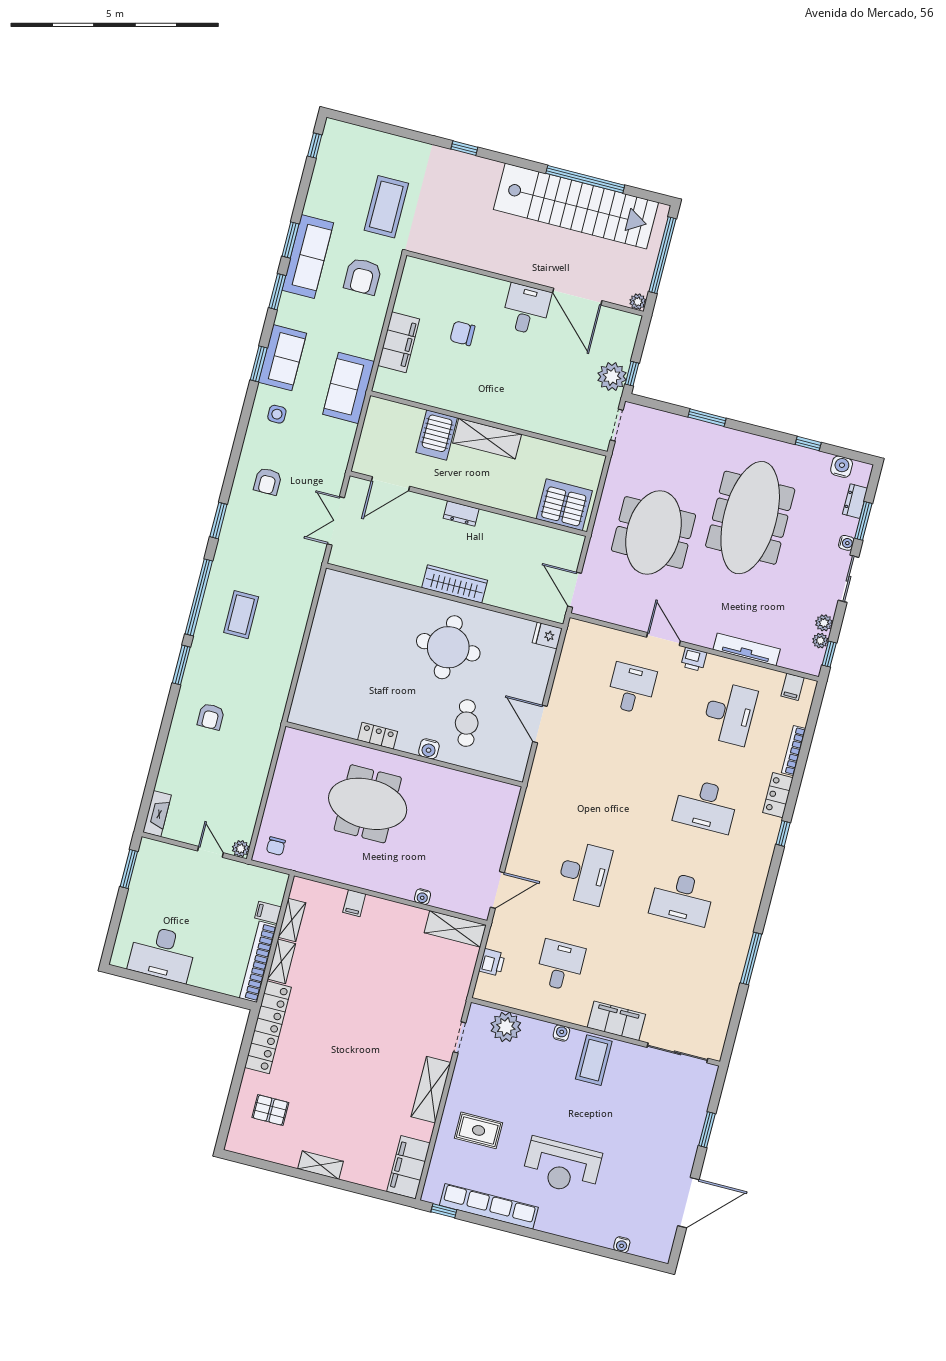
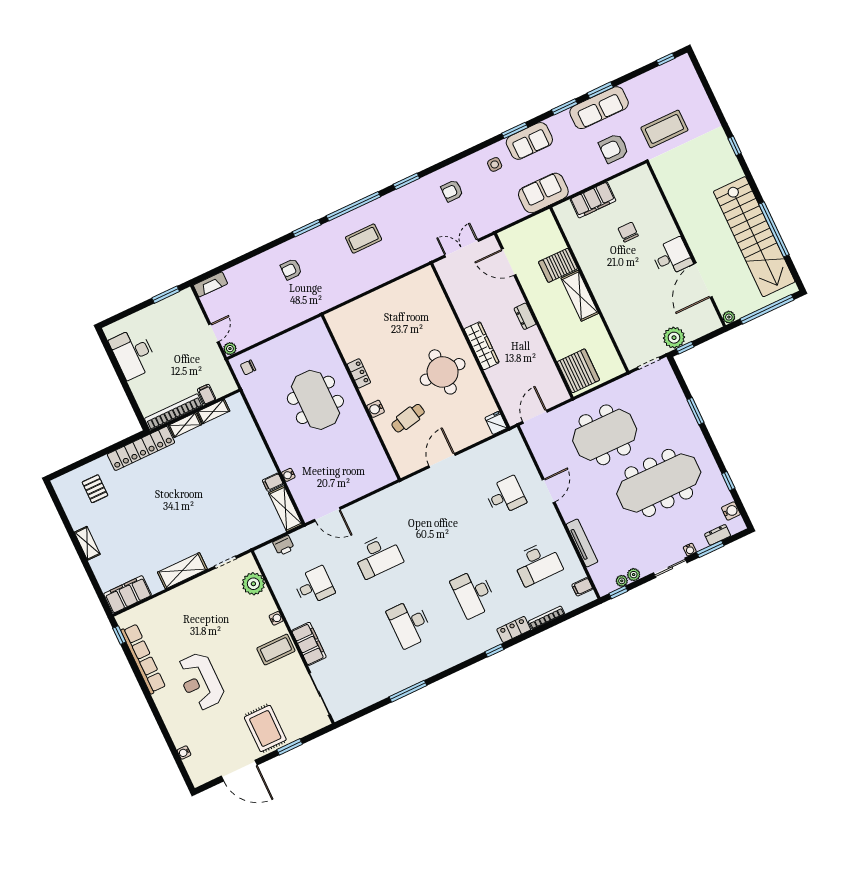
printer: (694, 659) -> (551, 518), removed
filing cabinet: (354, 903) -> (273, 482), moved
rug: (479, 1130) -> (265, 728), moved, width x1.36, depth x1.43

